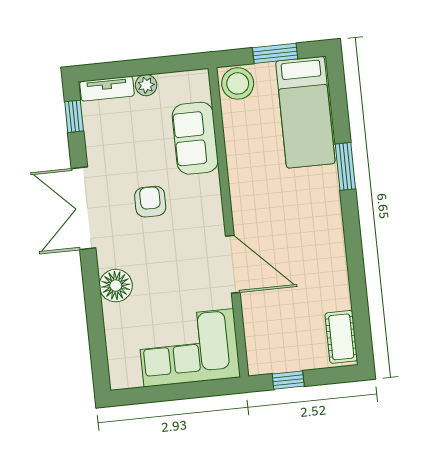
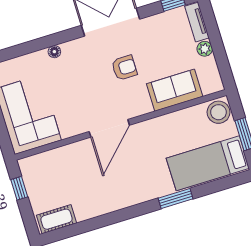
door: (233, 264) -> (109, 128), moved
floor lamp: (116, 286) -> (54, 52), width x0.53, depth x0.53

